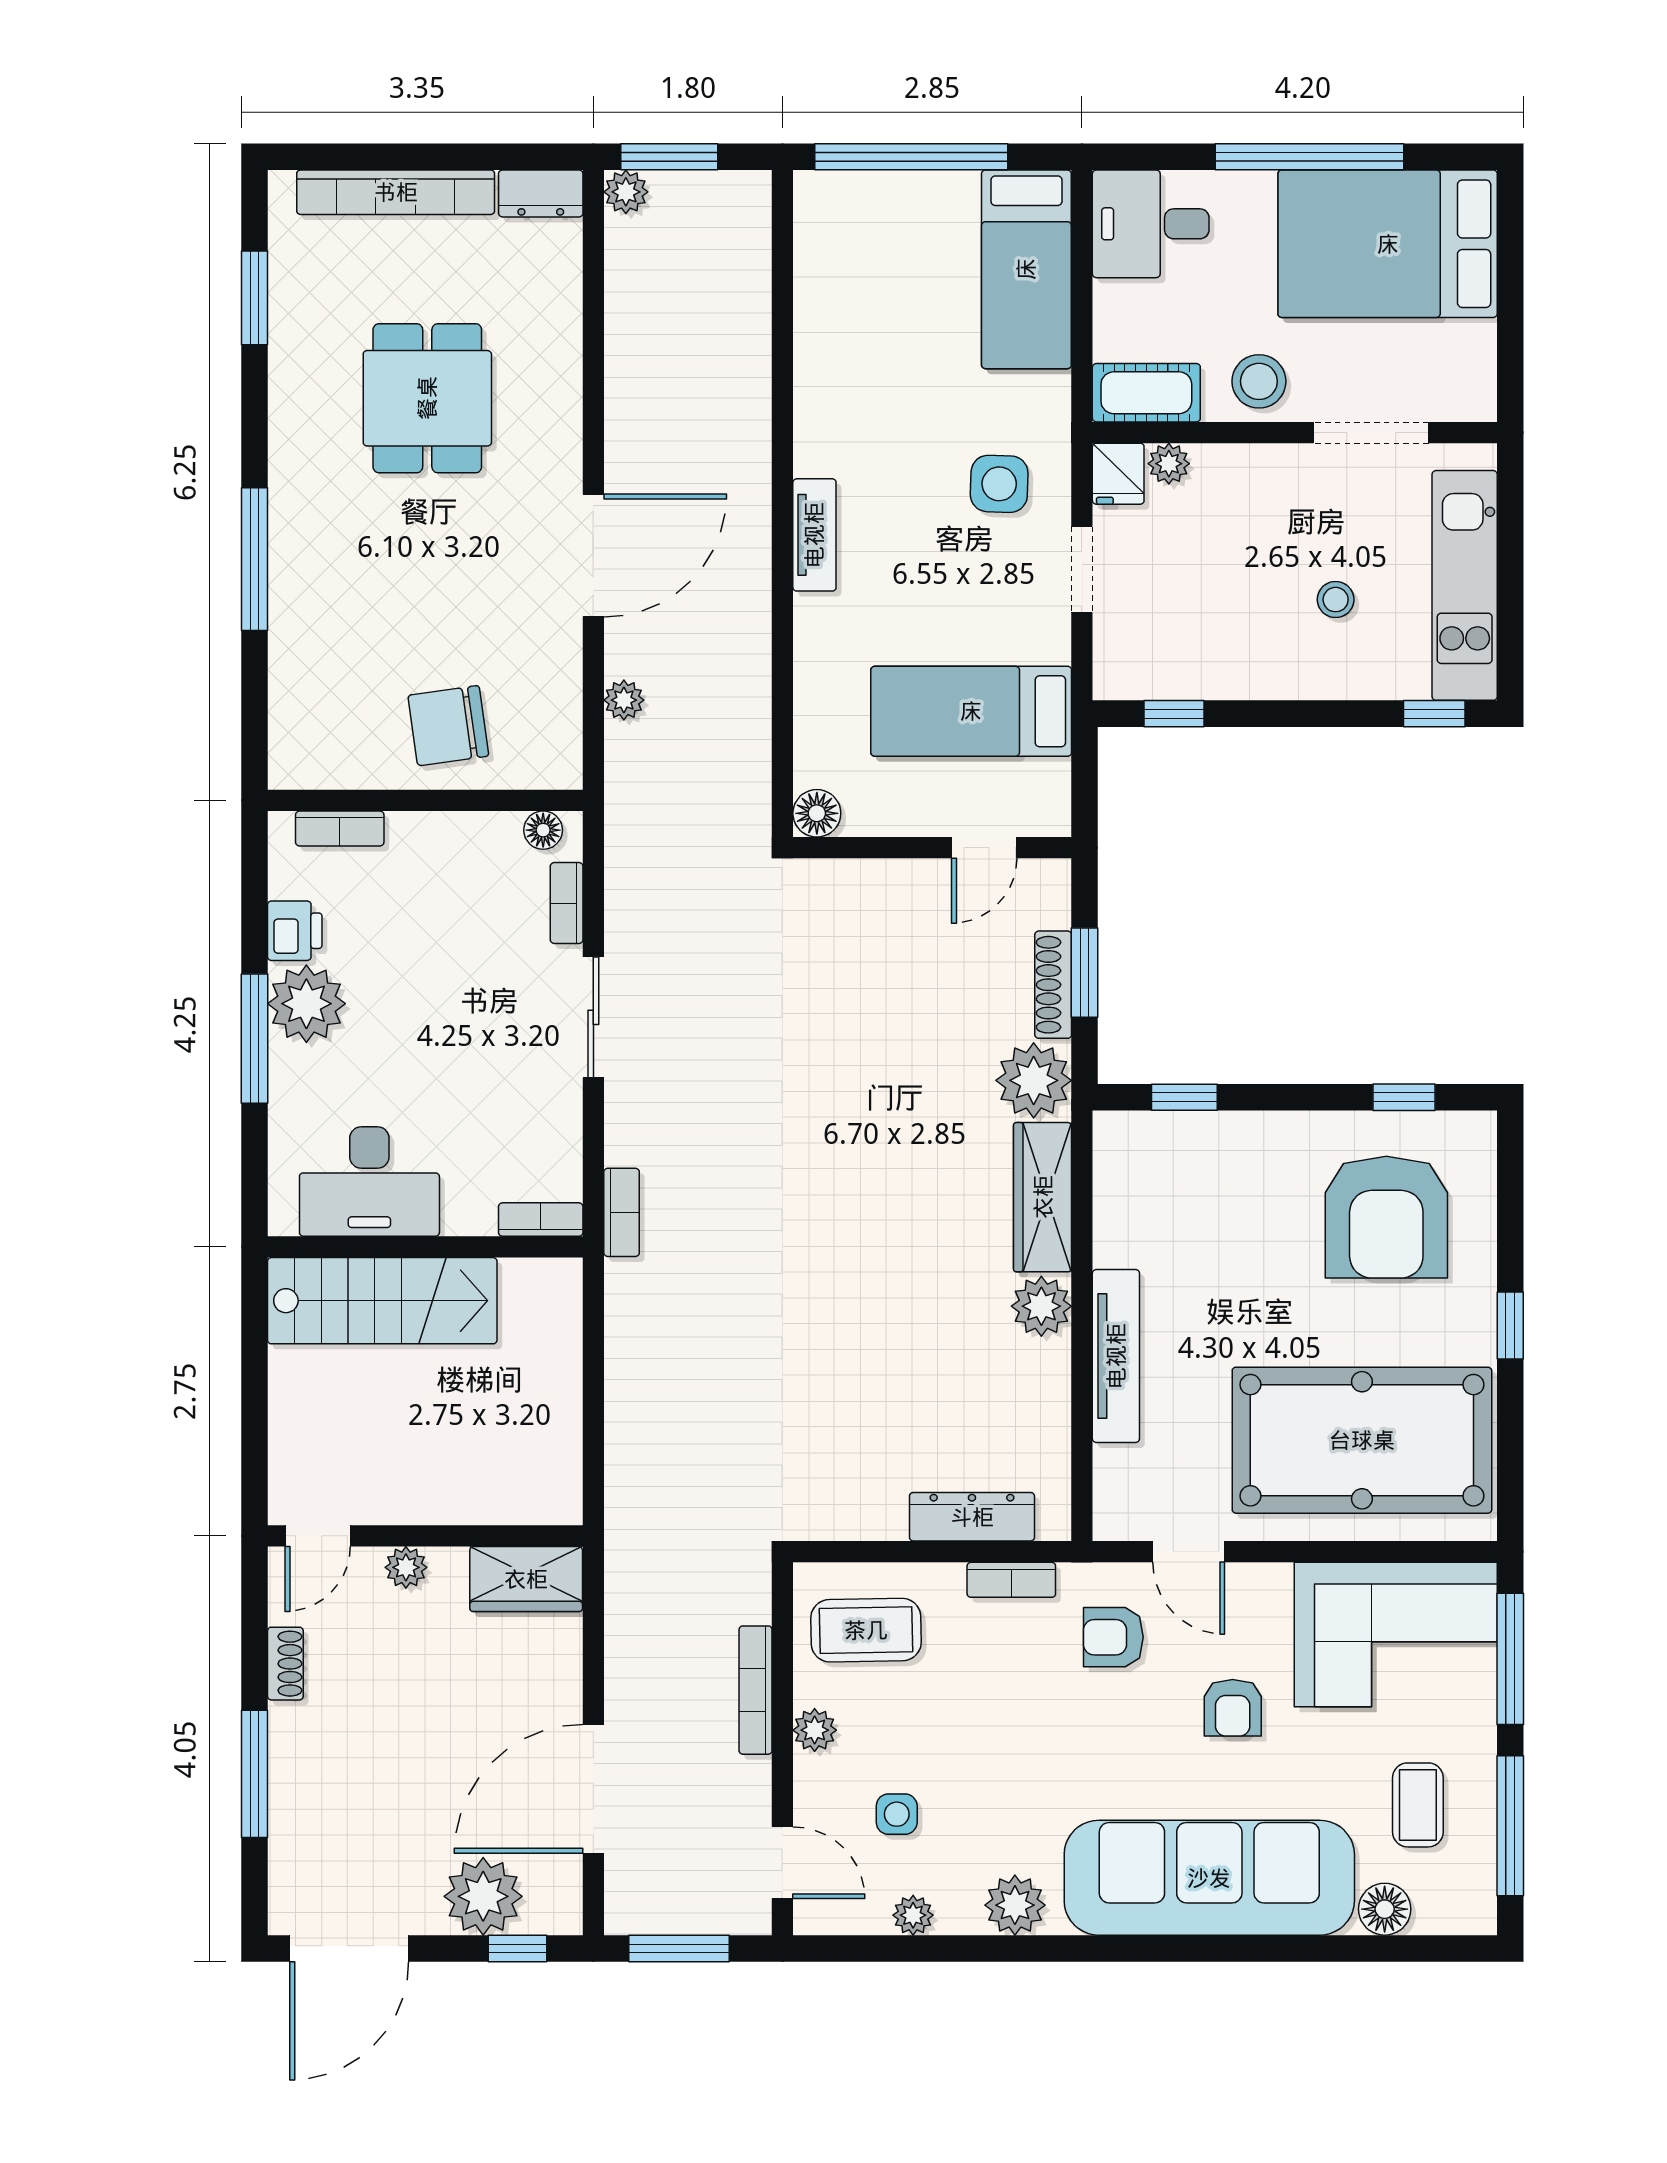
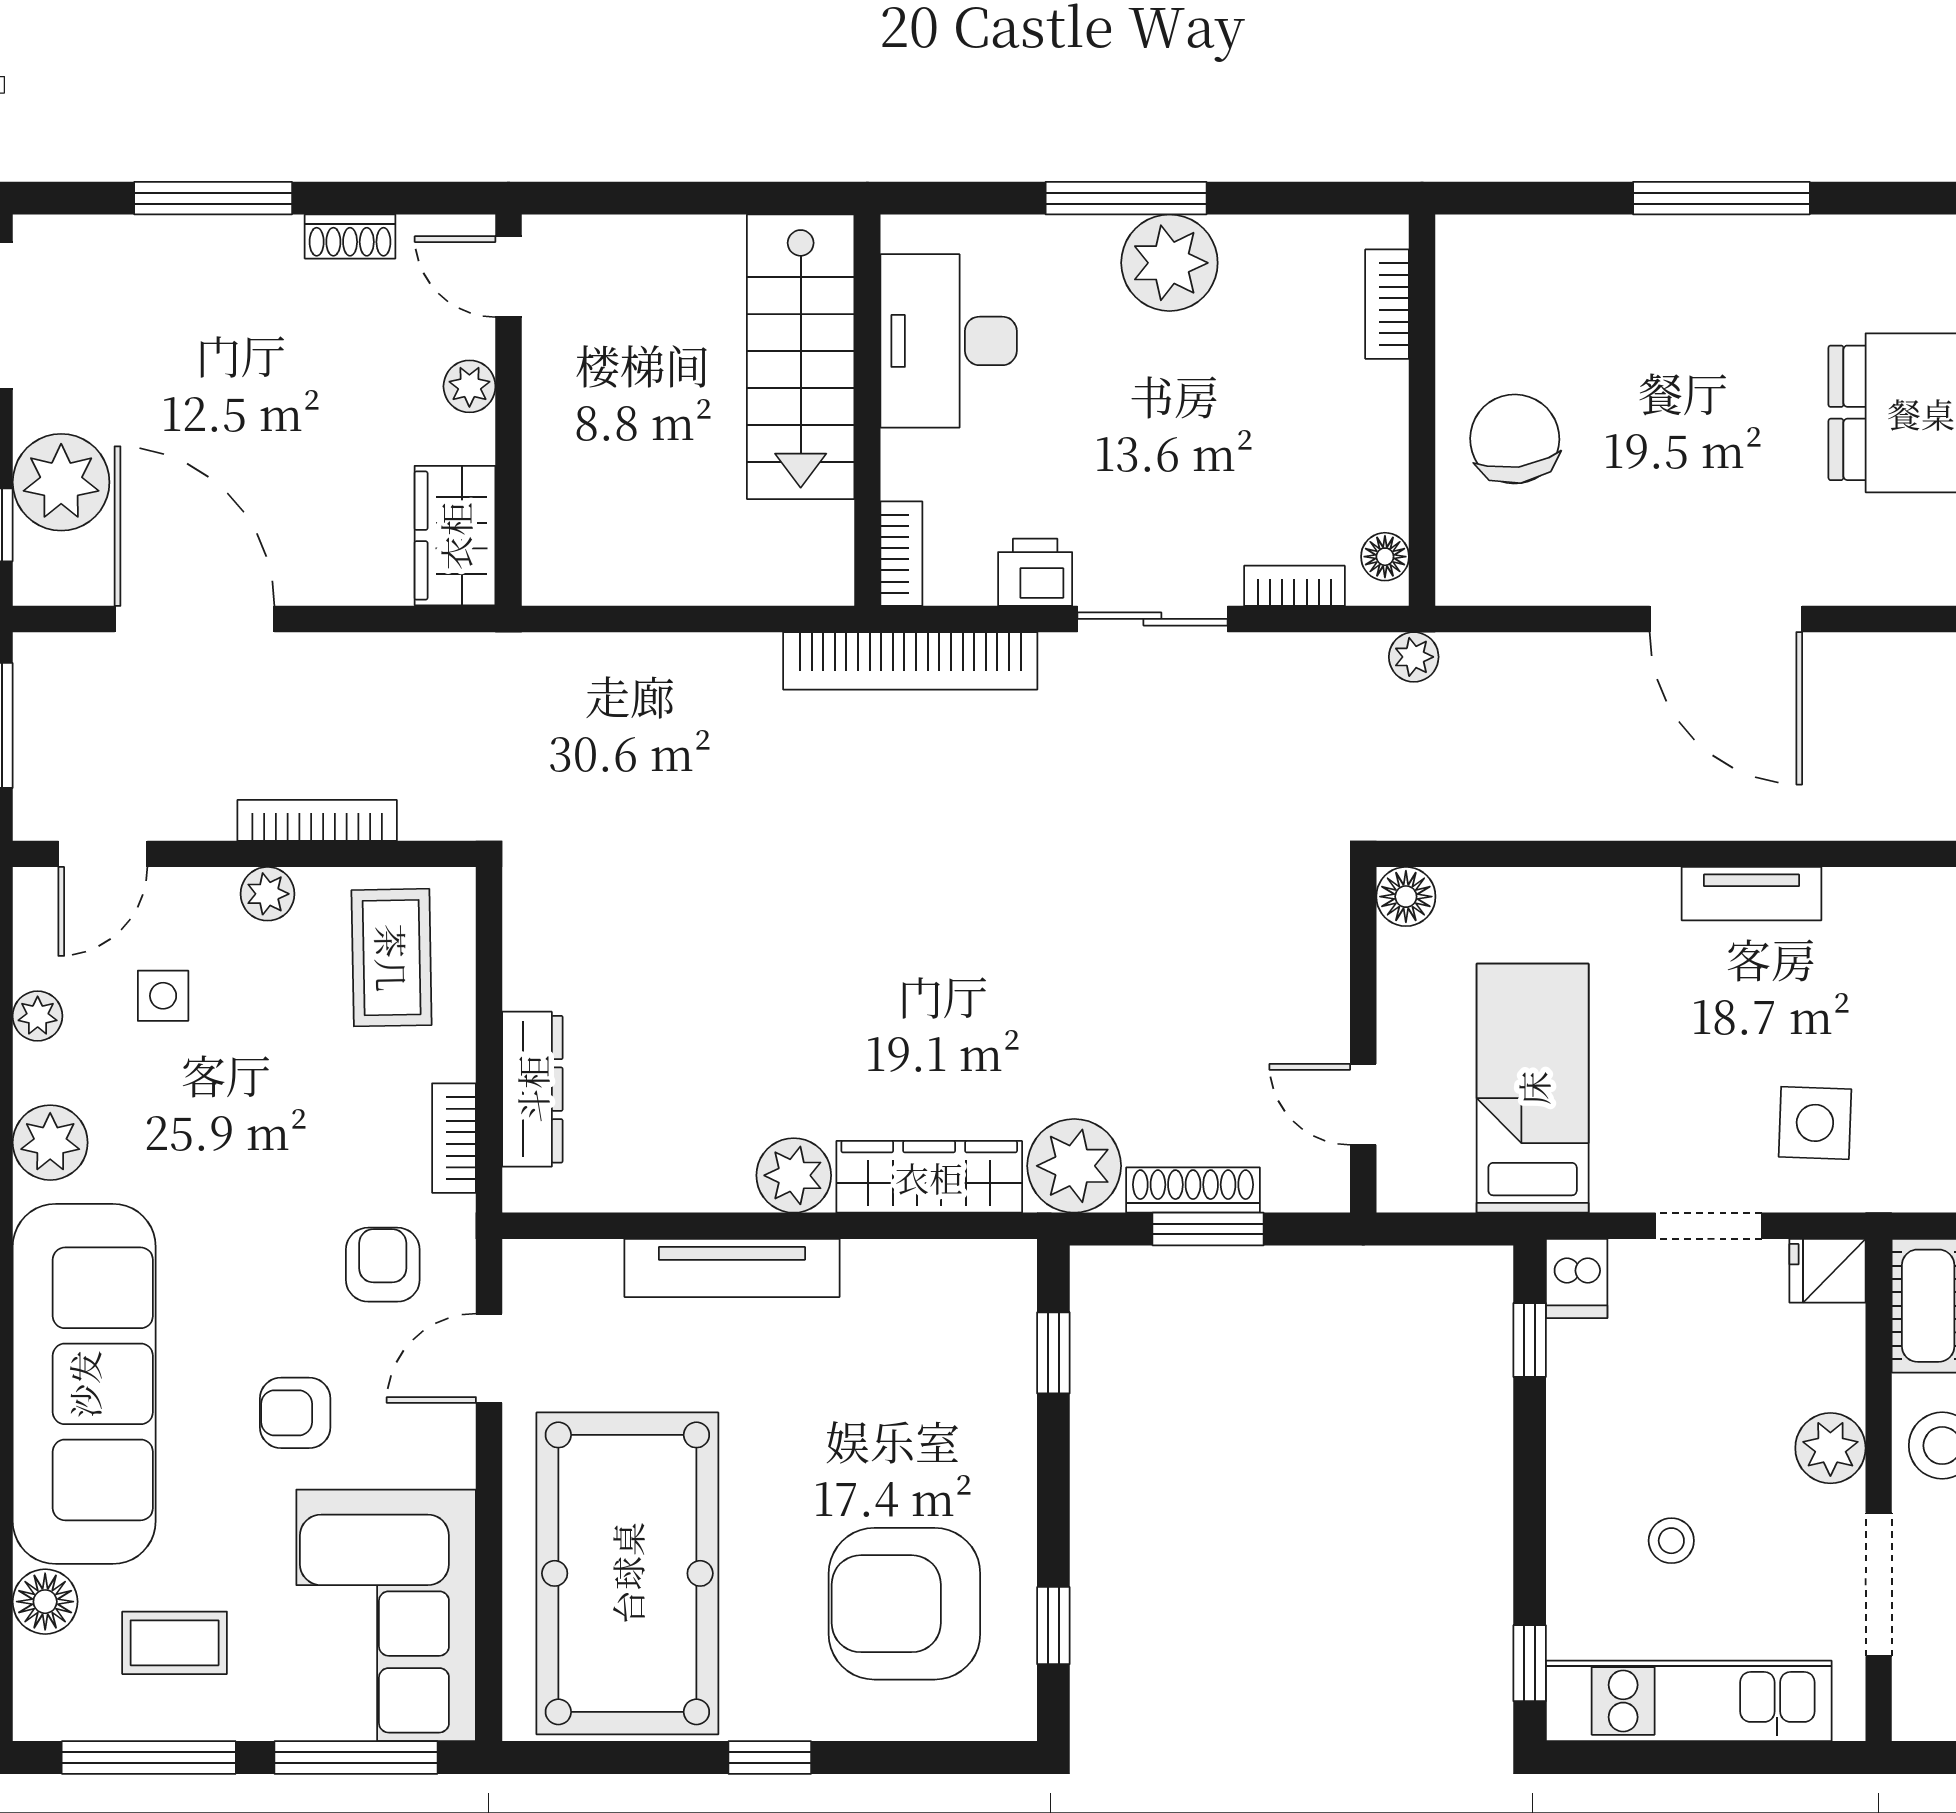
plant: (1169, 464) -> (1830, 1448), moved, width x1.38, depth x1.38
dishwasher: (1124, 676) -> (1577, 1278), added
plant: (624, 700) -> (1414, 657), moved
printer: (295, 931) -> (1035, 572), moved, turned 180
bookcase: (622, 1212) -> (910, 661), width x2.31, depth x1.31

